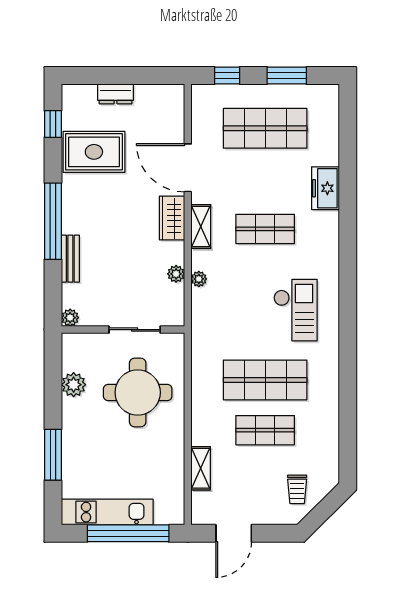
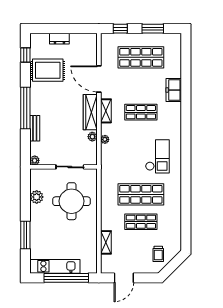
wardrobe: (172, 218) -> (90, 112), width x1.50

